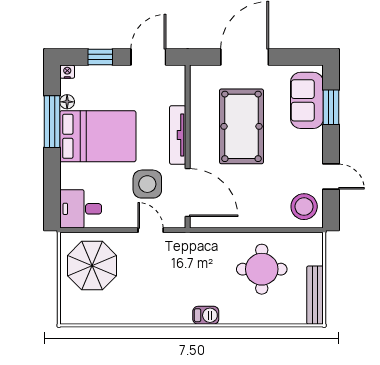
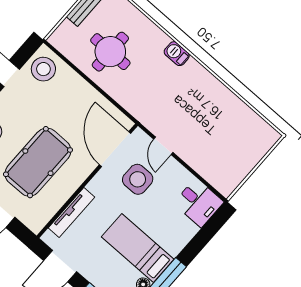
tv unit: (178, 135) -> (71, 213), moved
bed: (98, 136) -> (138, 248), width x0.67
parasol: (92, 266) -> (225, 157), removed

